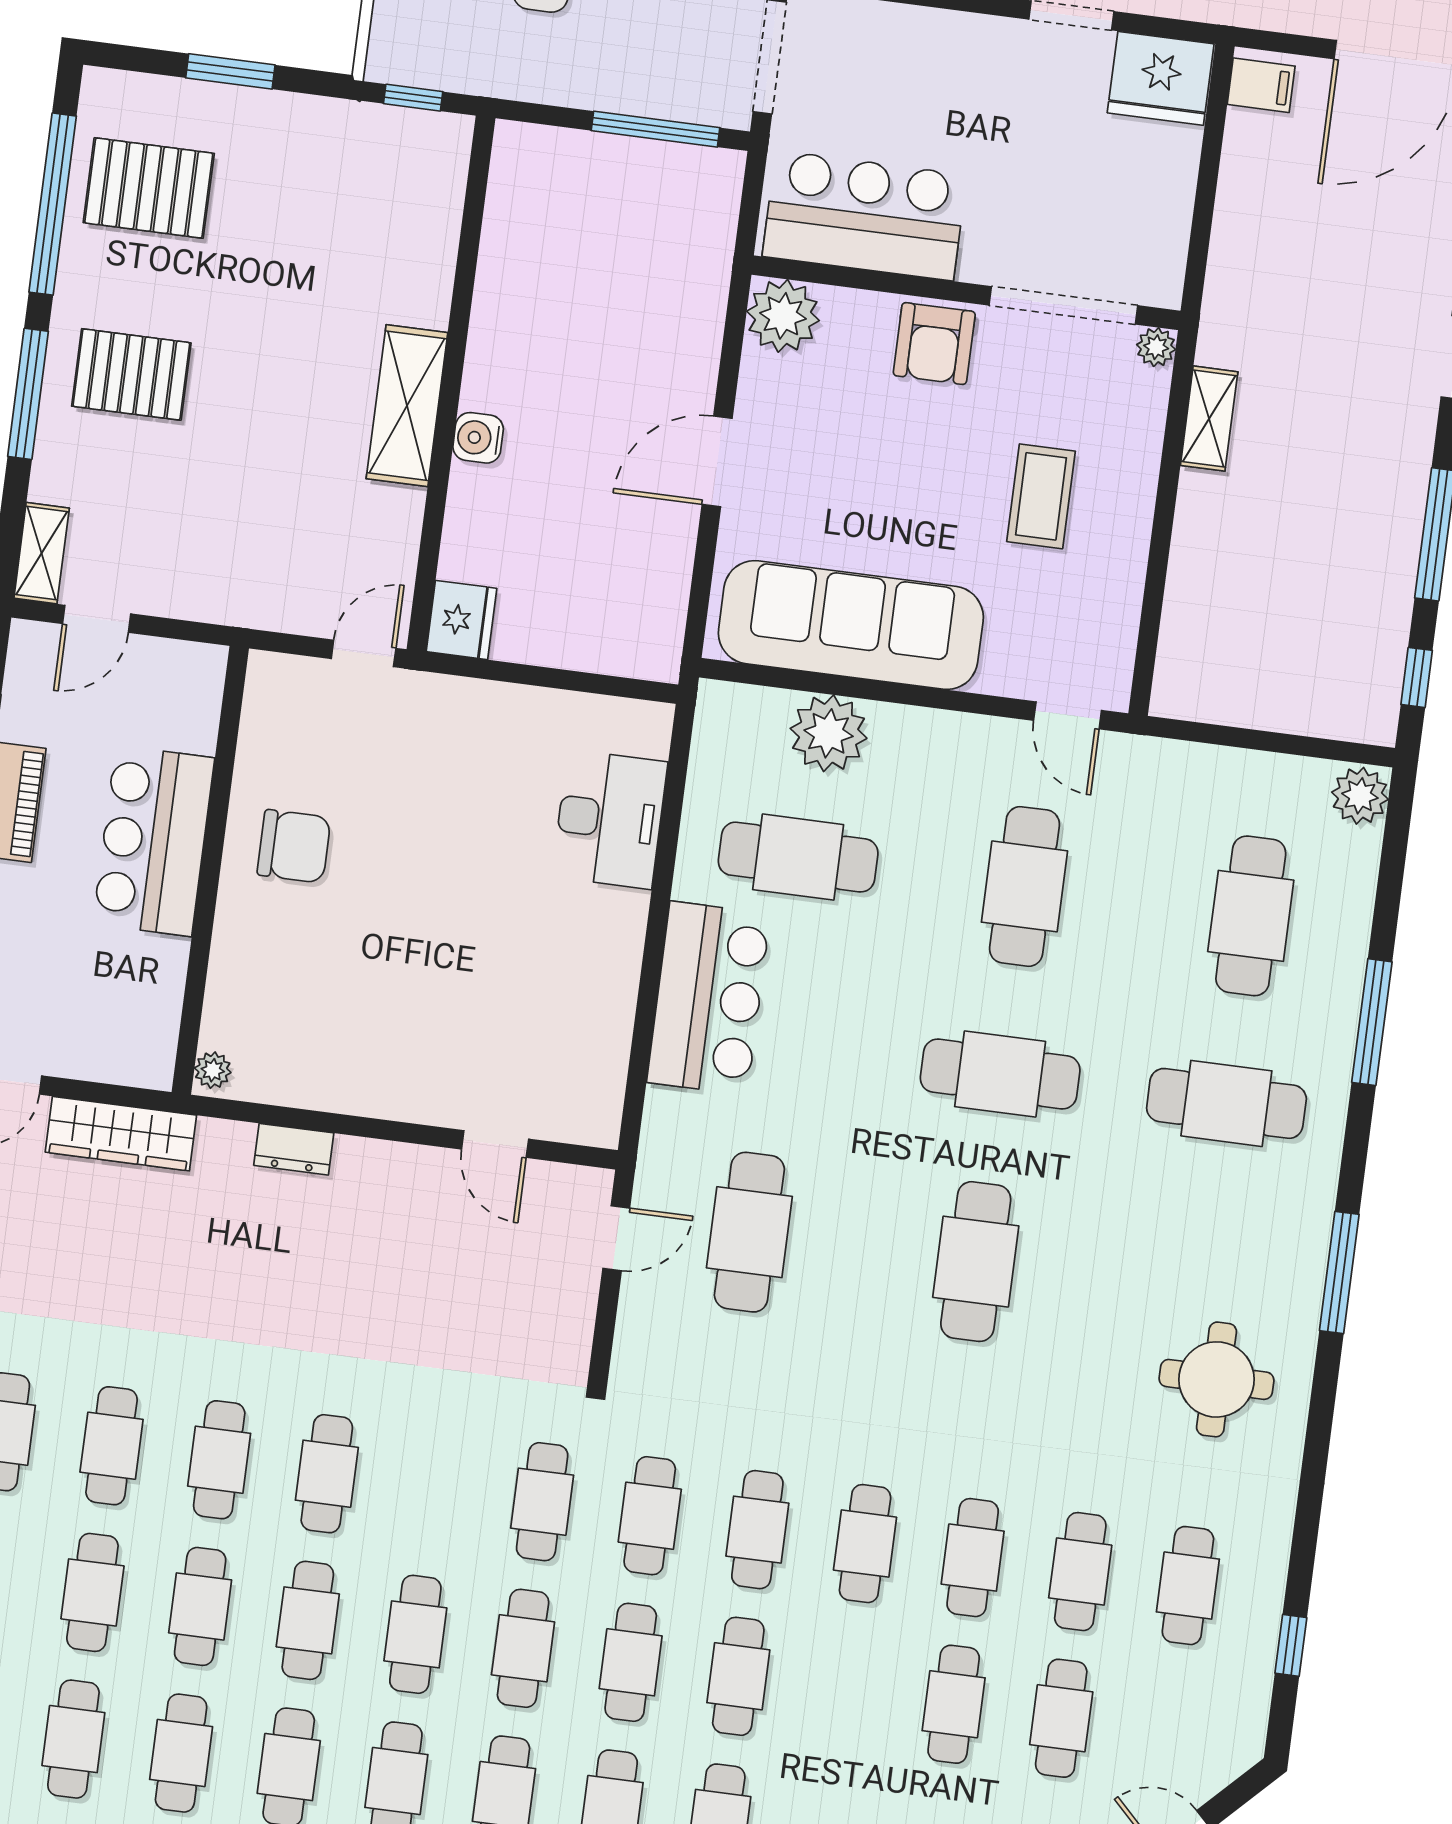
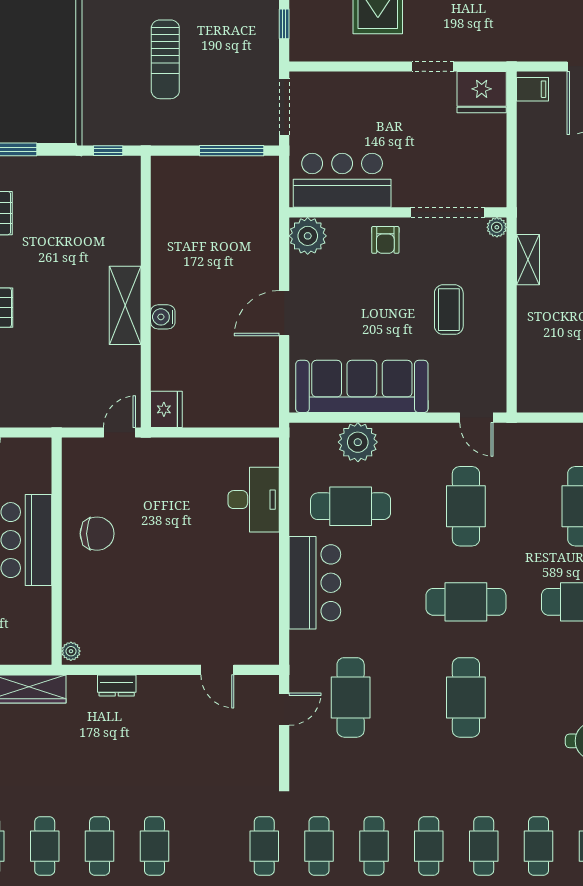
armchair: (934, 344) -> (385, 240), width x0.72, depth x0.72

